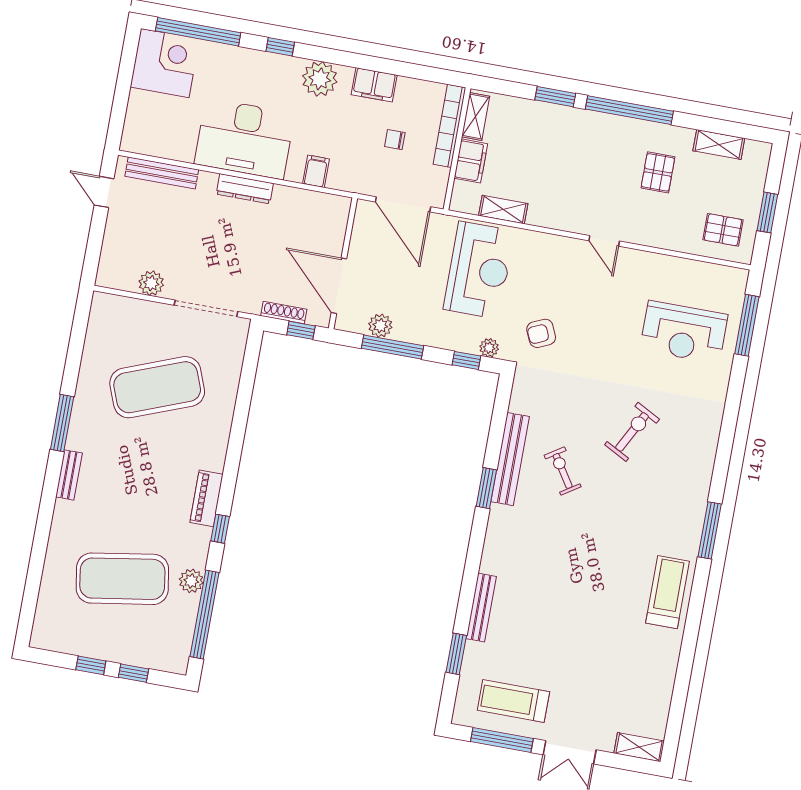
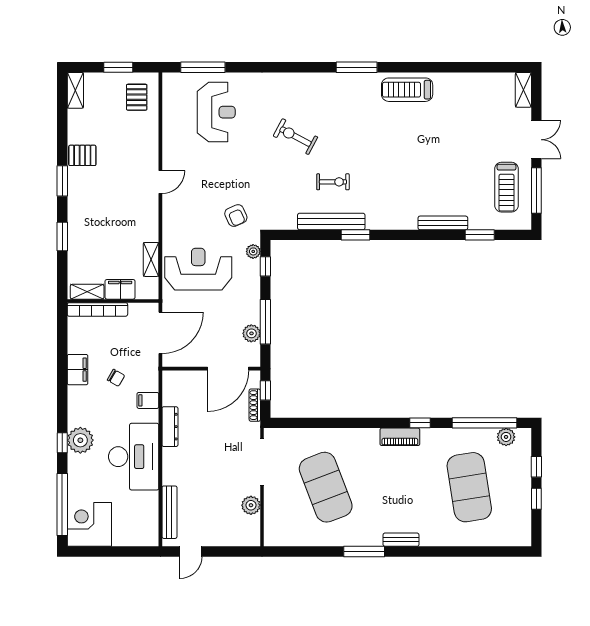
plant: (320, 79) -> (80, 440), moved
window: (629, 110) -> (62, 181), width x0.47
chair: (395, 140) -> (116, 378), moved, turned -60
shelving: (719, 145) -> (75, 90), moved
pallet: (658, 172) -> (82, 155), moved
dresser: (245, 189) -> (170, 427), moved
exercise bike: (563, 471) -> (333, 182), turned -147
plant: (191, 581) -> (506, 437), moved

